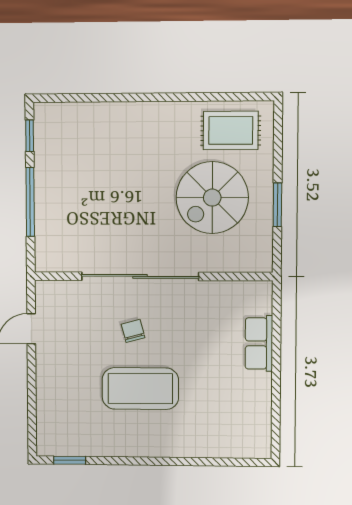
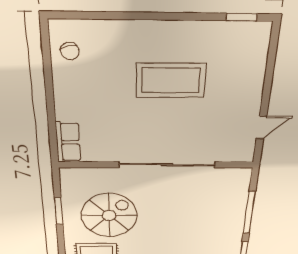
chair: (133, 331) -> (70, 51), moved
row of seats: (259, 343) -> (68, 142), moved

